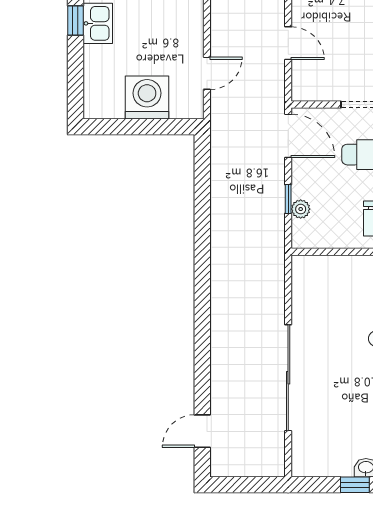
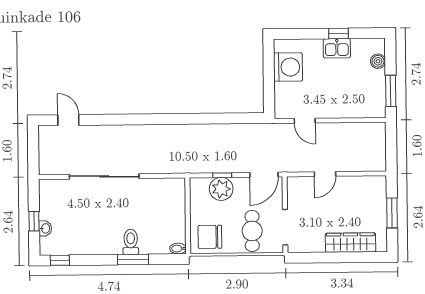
washing machine: (147, 98) -> (288, 67), moved
plant: (301, 209) -> (221, 189), width x1.87, depth x1.87

